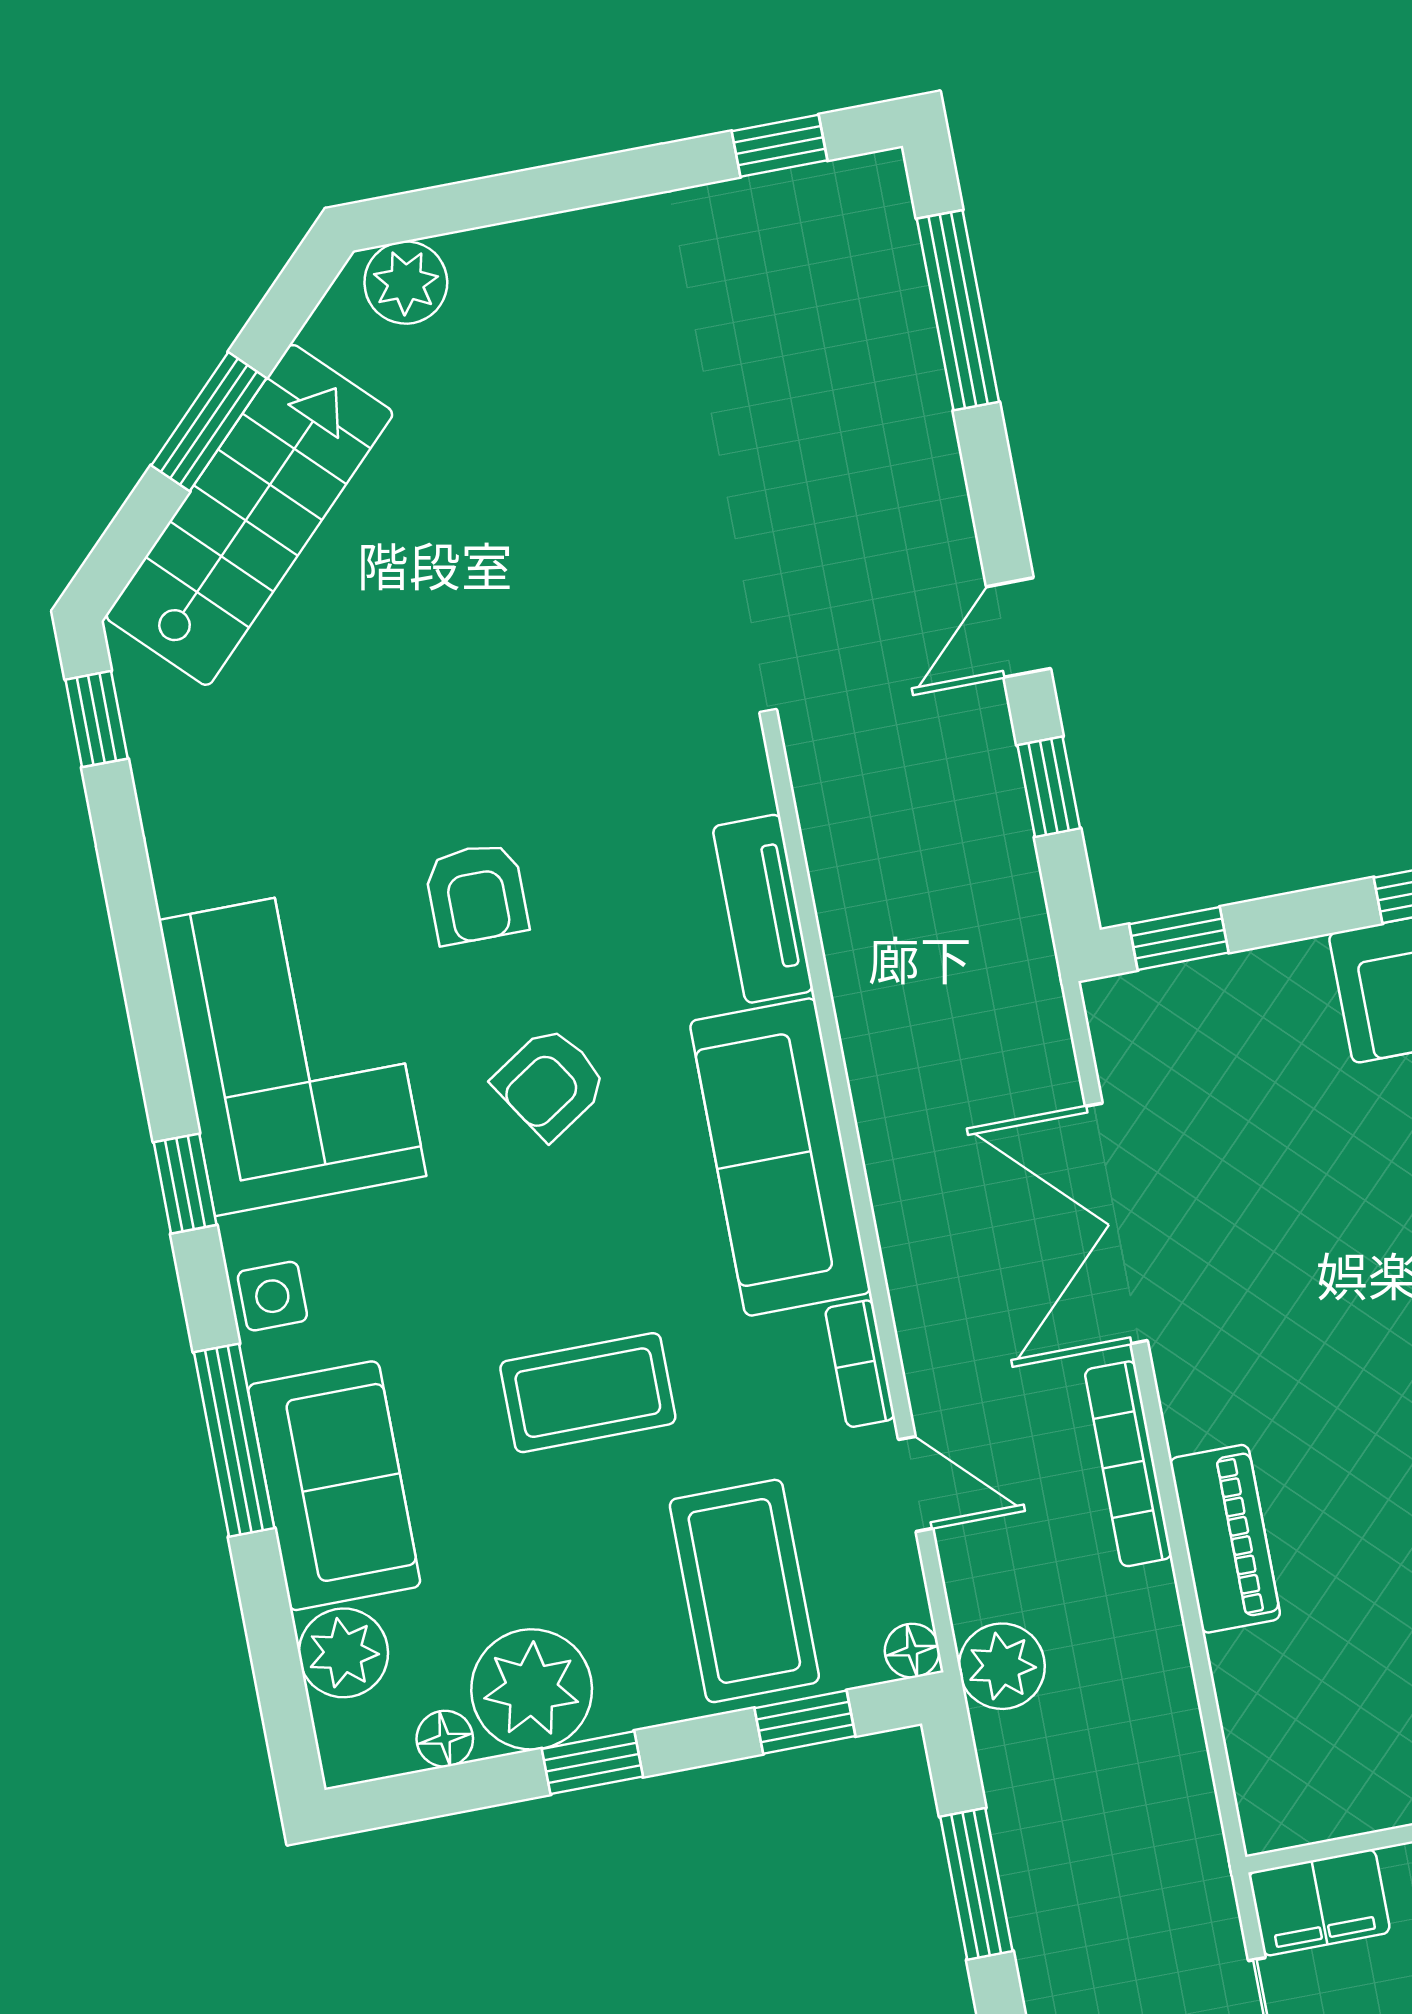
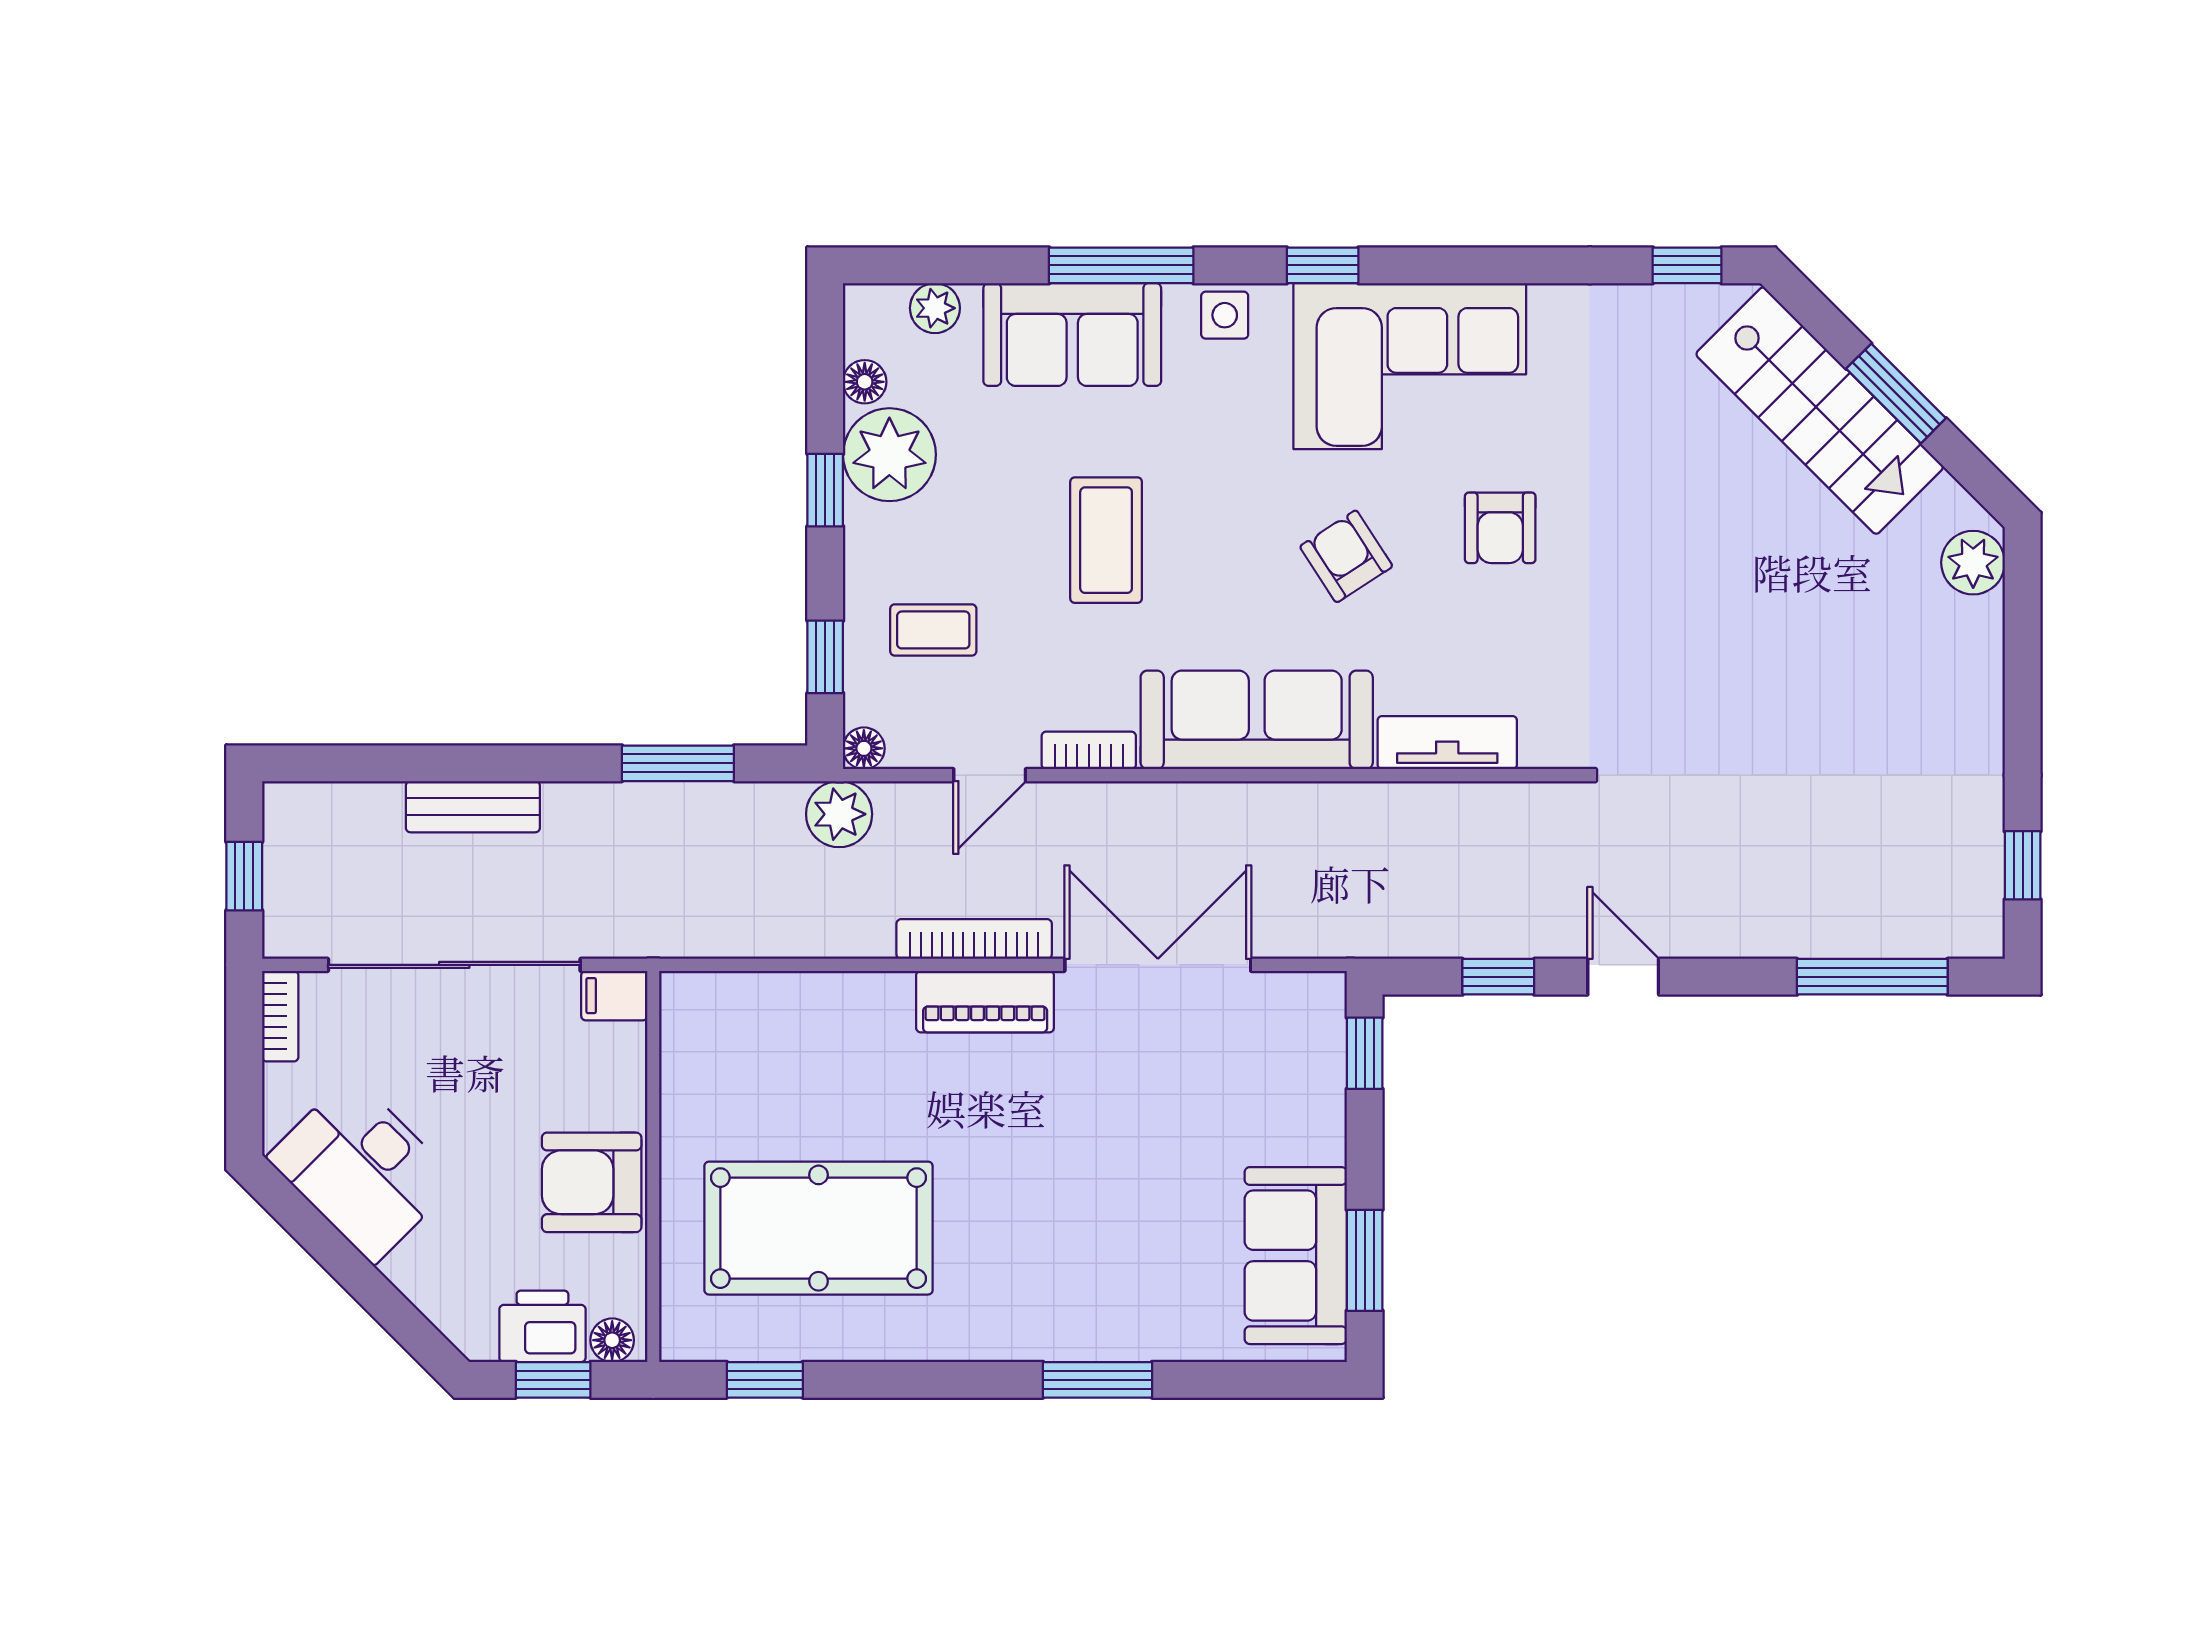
armchair: (476, 893) -> (1500, 528), turned -90
piano: (1225, 1539) -> (985, 1002), moved
coffee table: (744, 1591) -> (933, 630), width x0.54, depth x0.58
plant: (343, 1653) -> (935, 308), width x0.73, depth x0.73
filing cabinet: (1319, 1903) -> (614, 996), width x0.50

